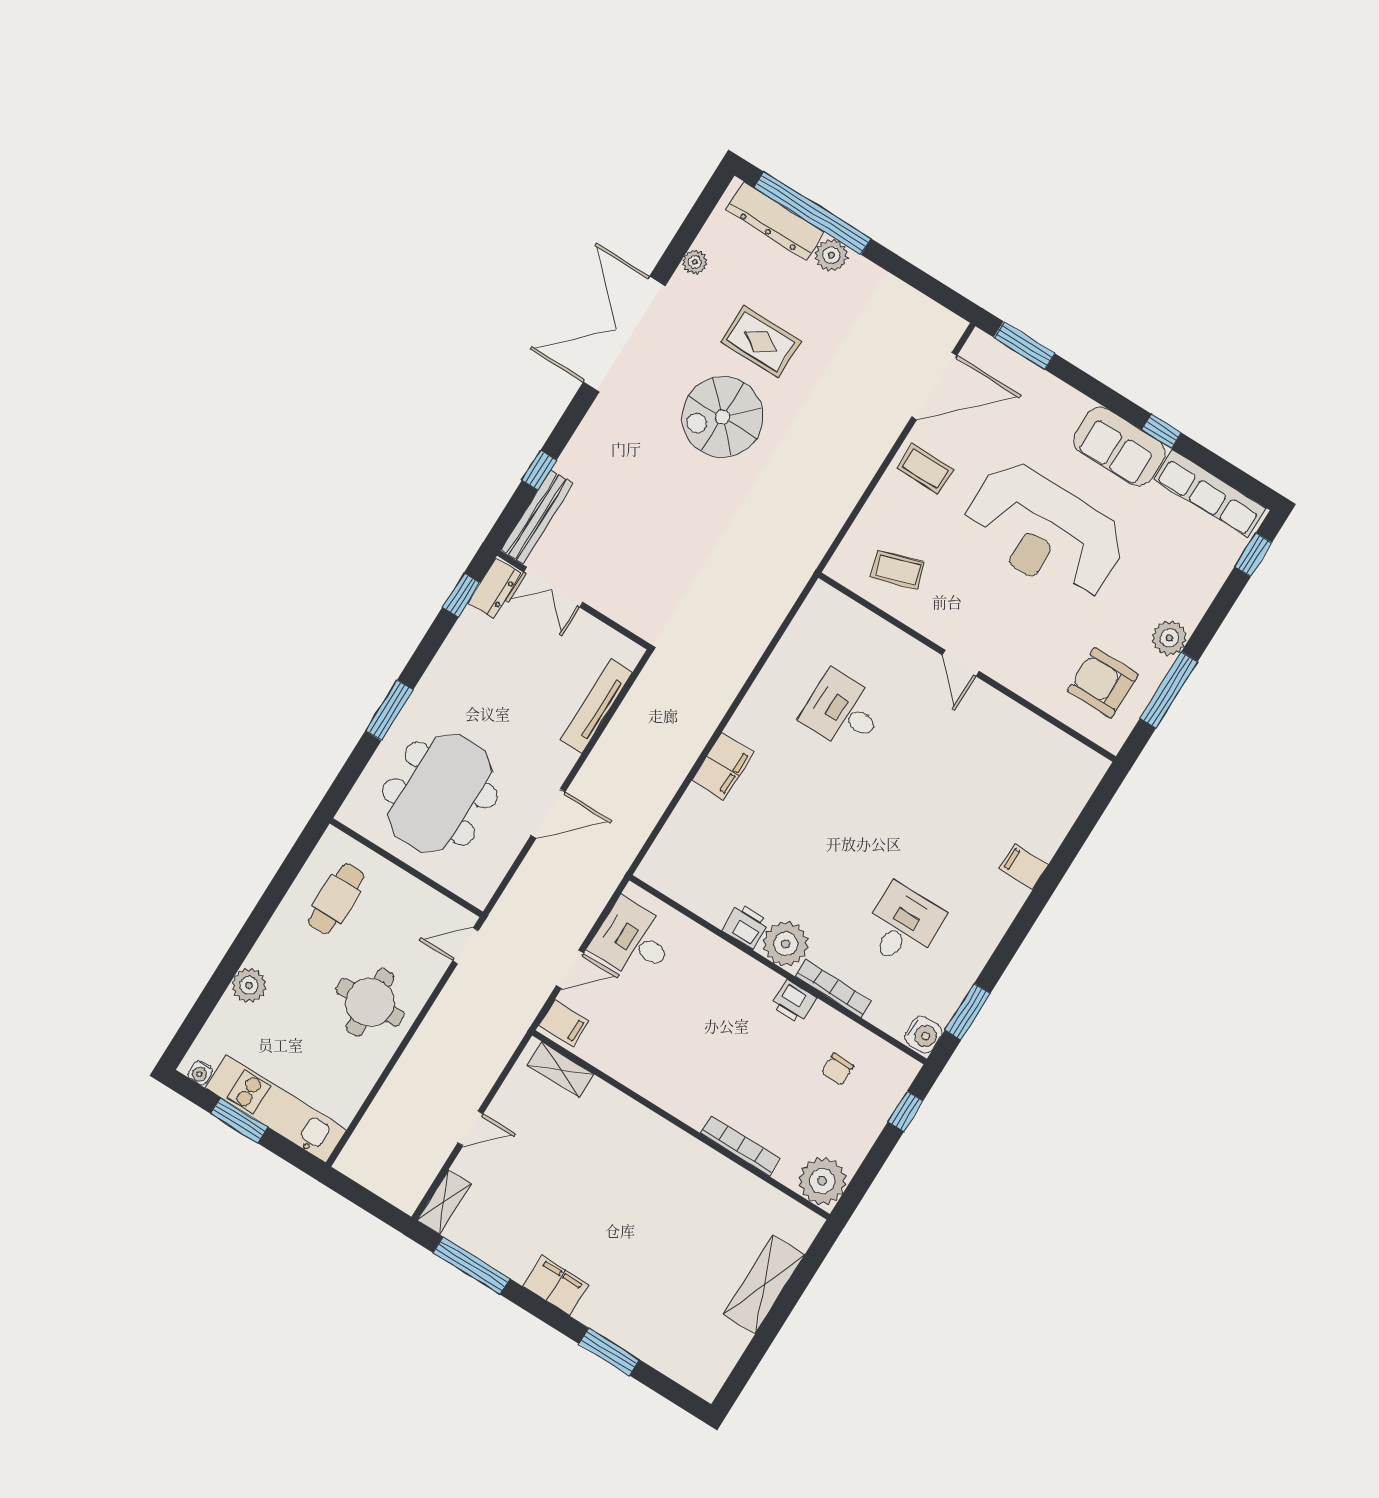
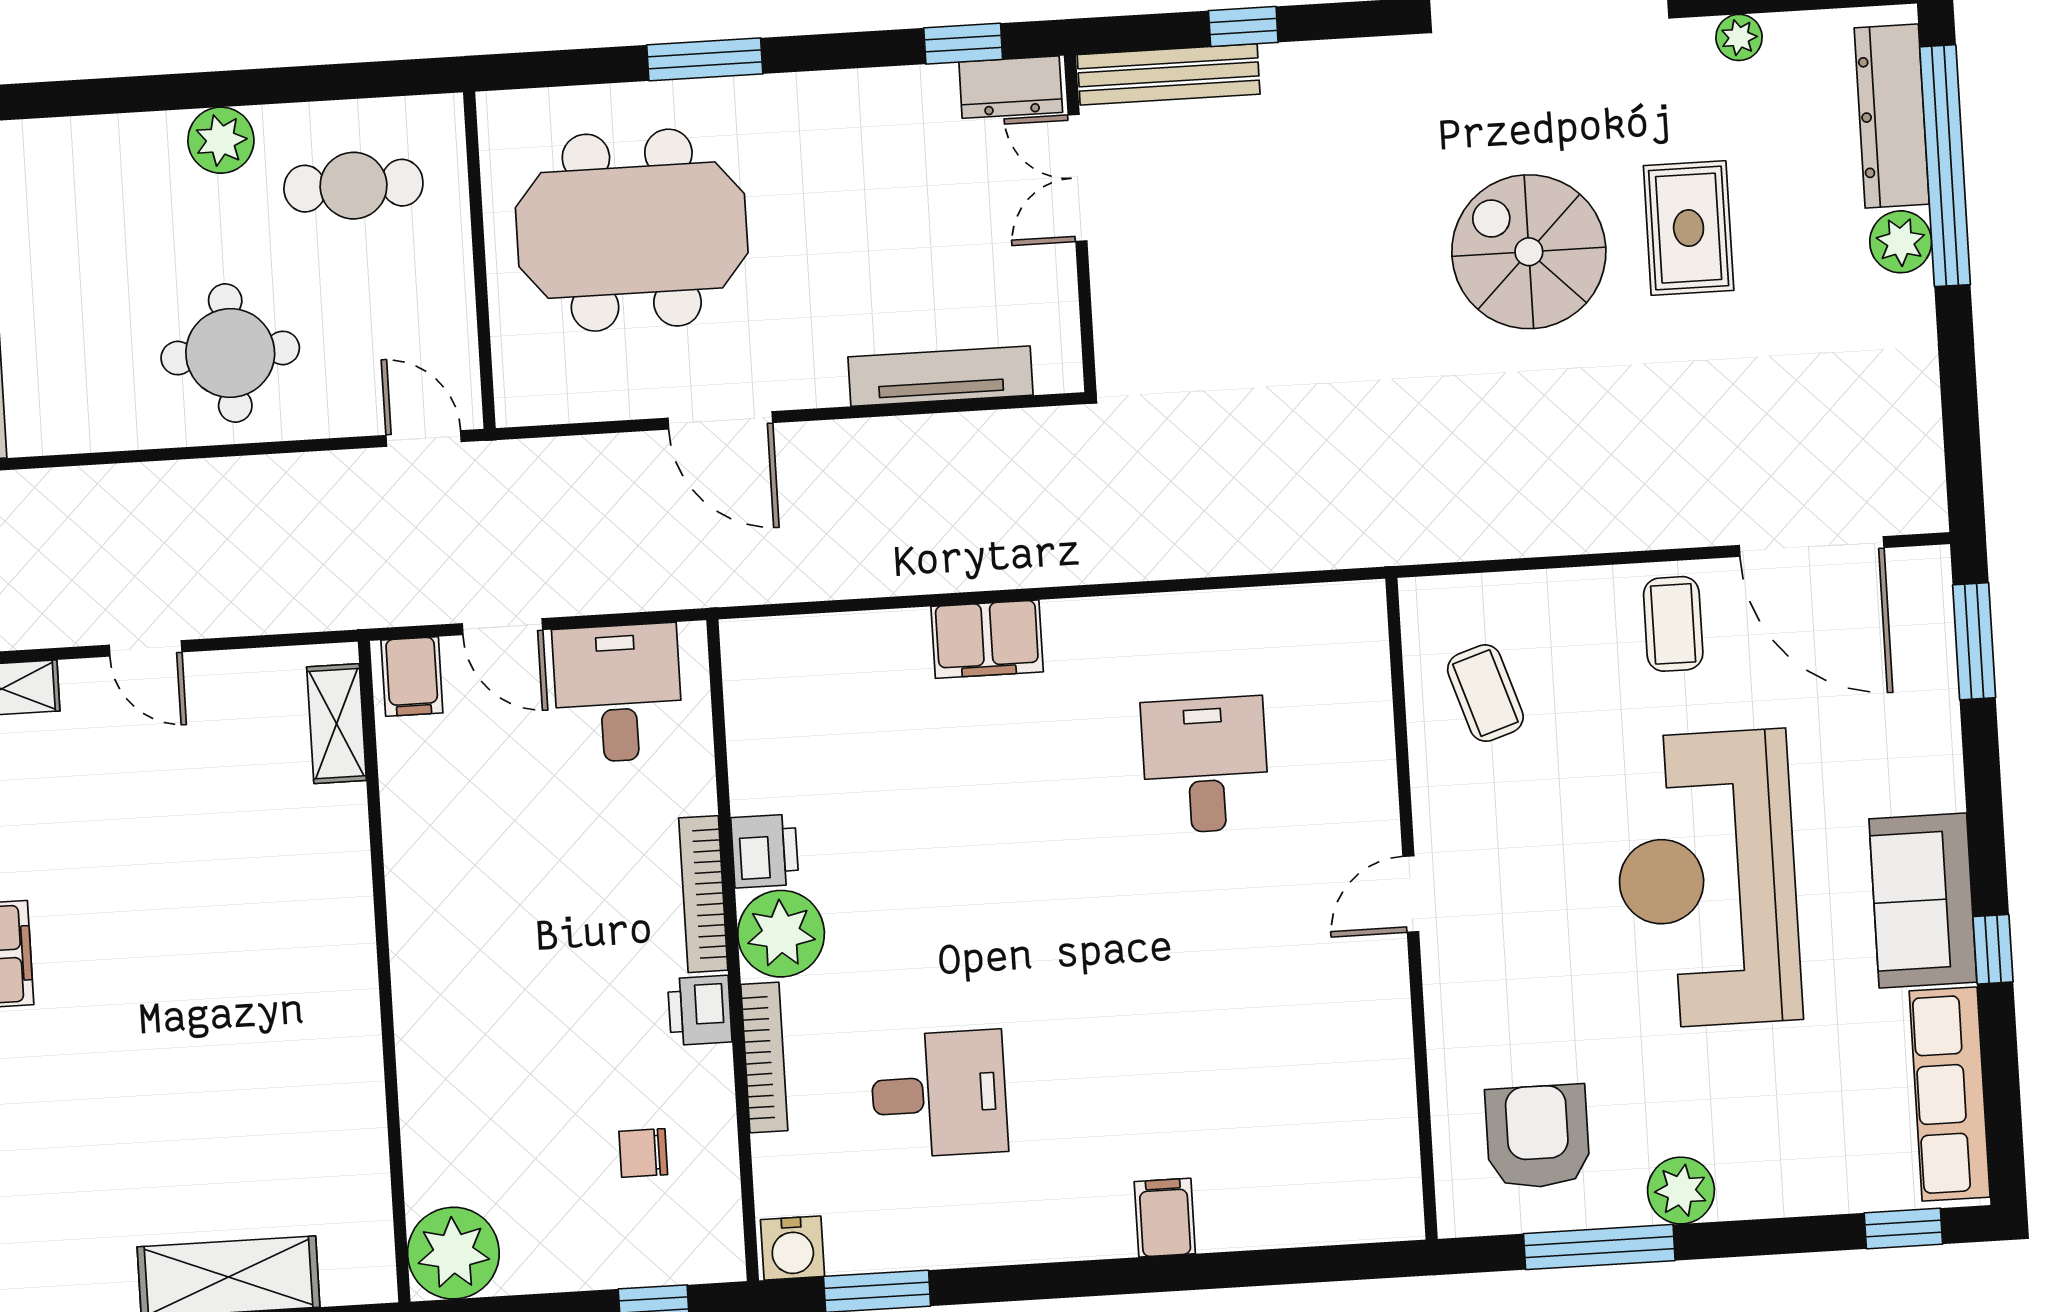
plant: (249, 985) -> (221, 140), moved
bookcase: (740, 1146) -> (703, 894), moved, turned 180

